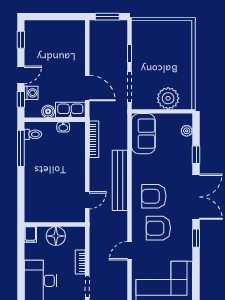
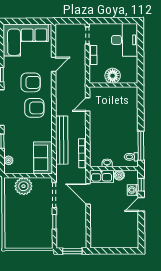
window: (21, 40) -> (141, 232), removed
bench: (120, 180) -> (62, 140), moved
filing cabinet: (30, 235) -> (133, 77), removed

